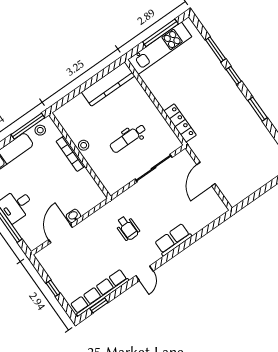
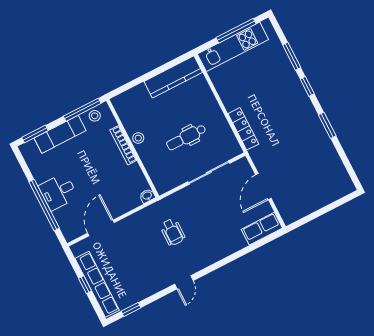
washbasin: (73, 216) -> (147, 196), moved
row of seats: (173, 240) -> (262, 229), moved
row of seats: (99, 293) -> (97, 284), moved, turned 90

